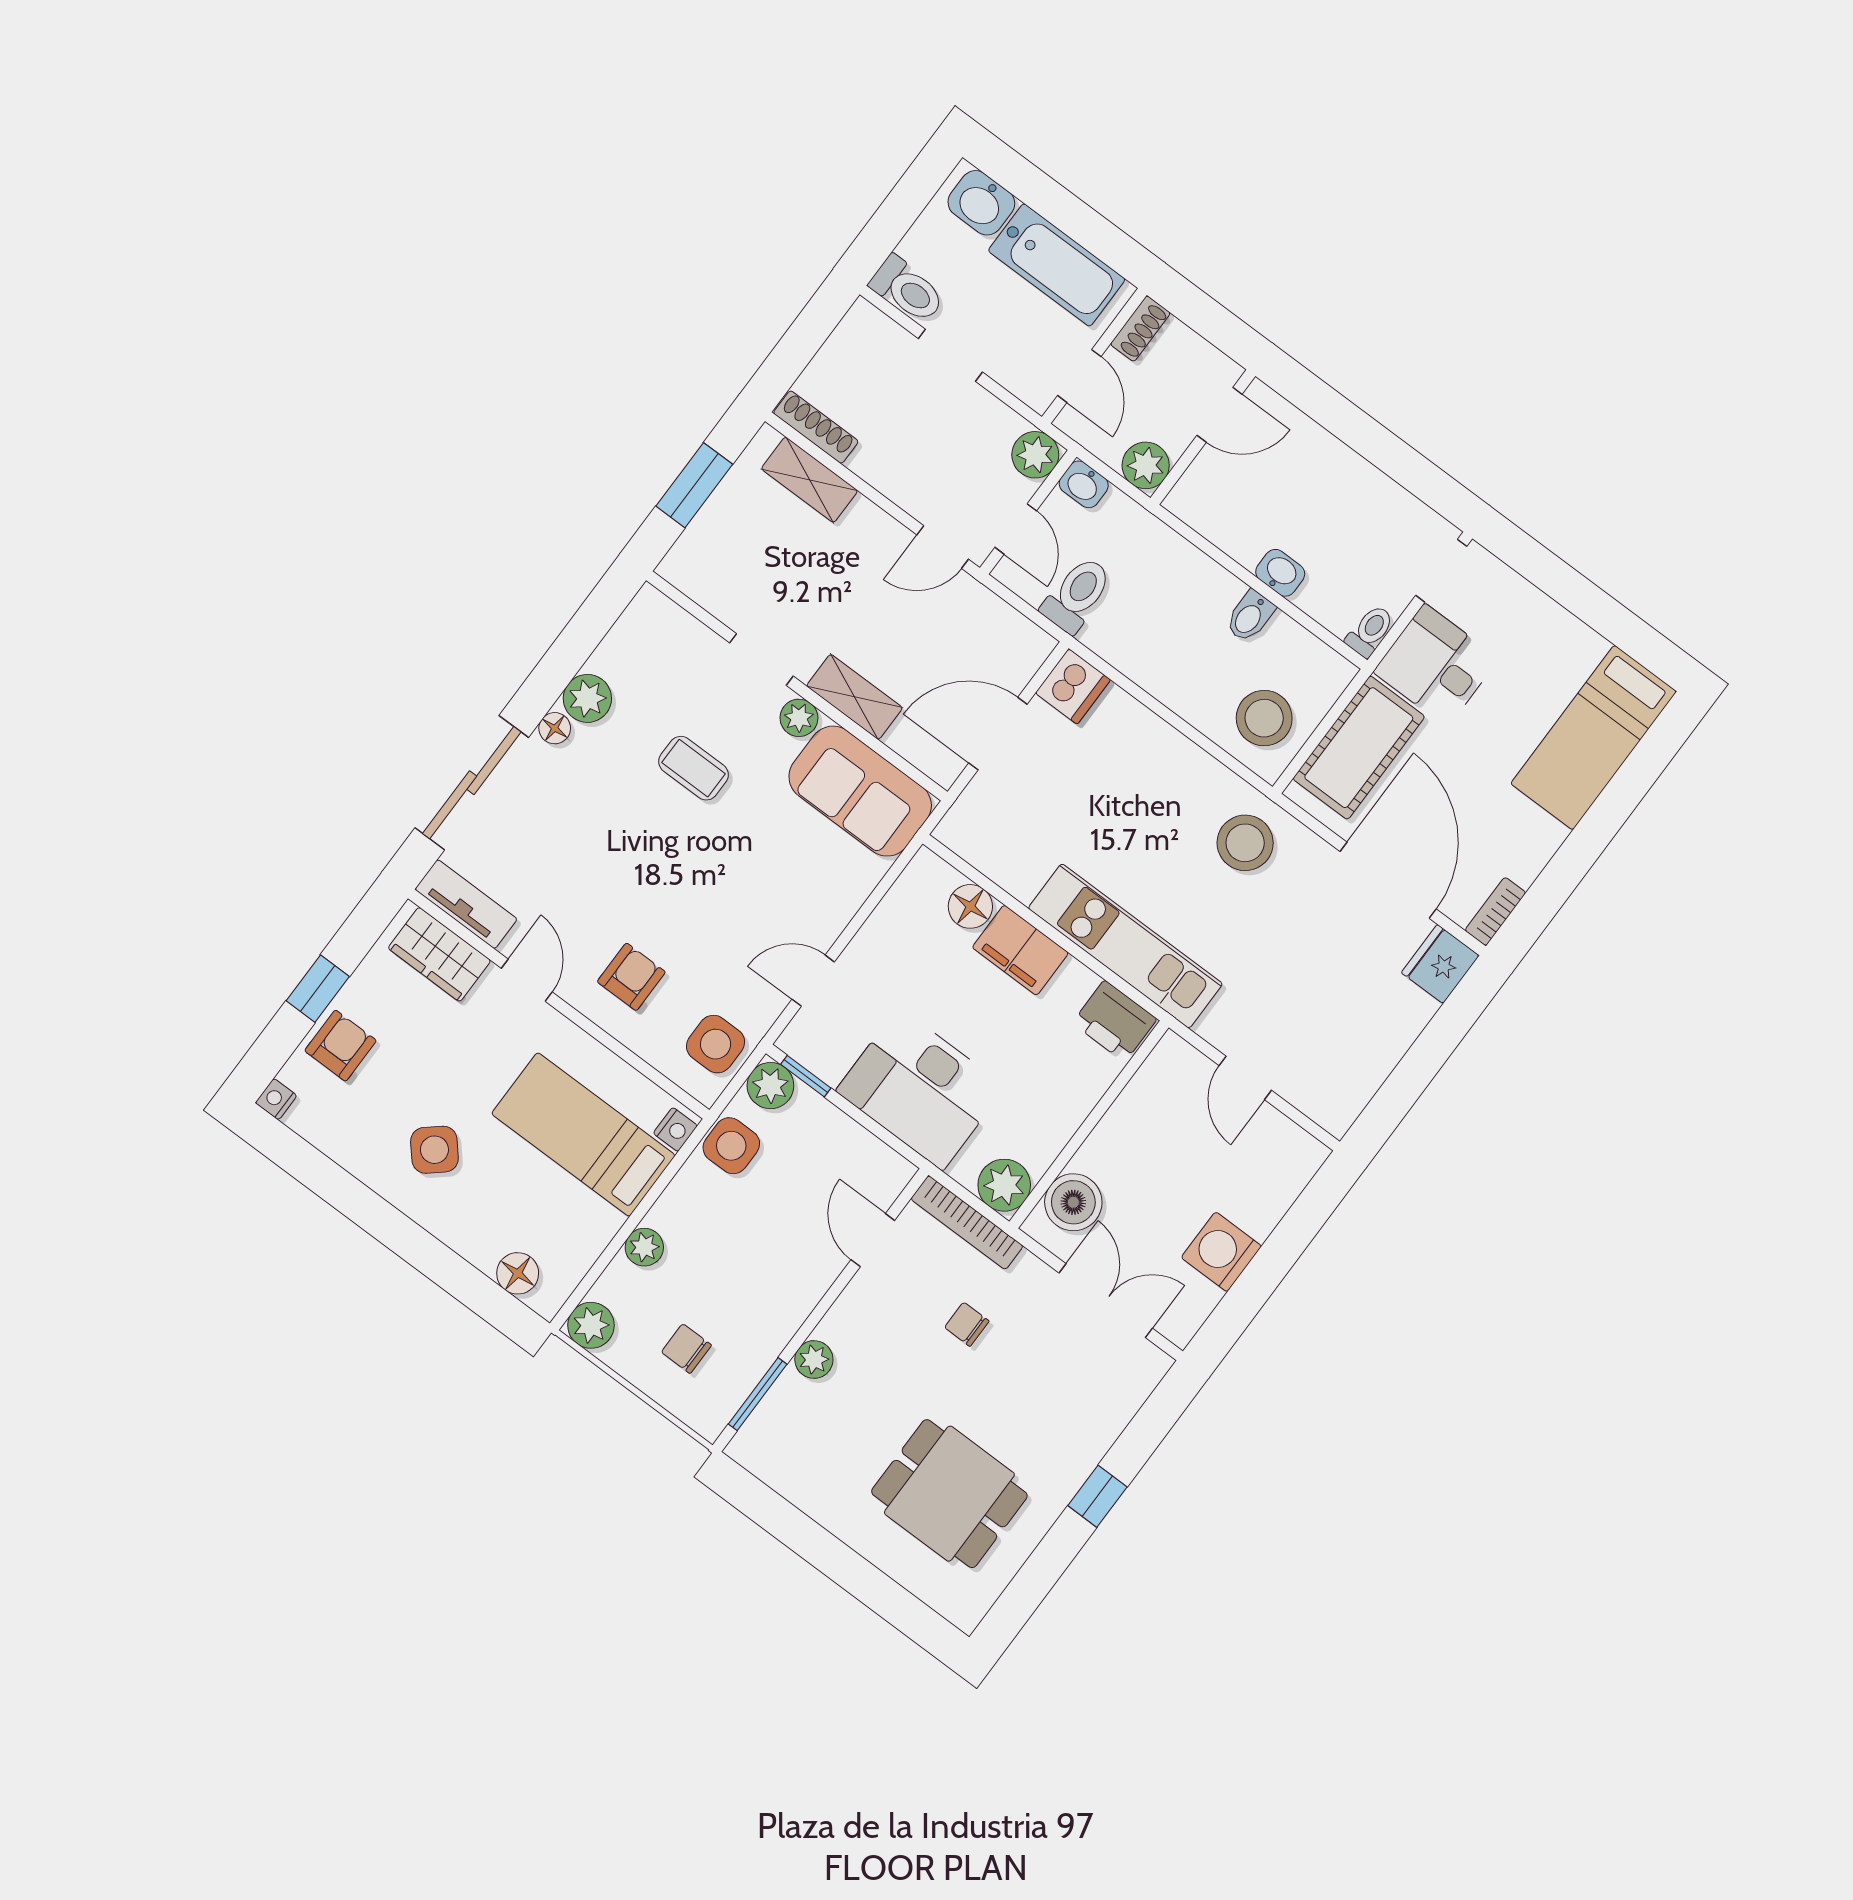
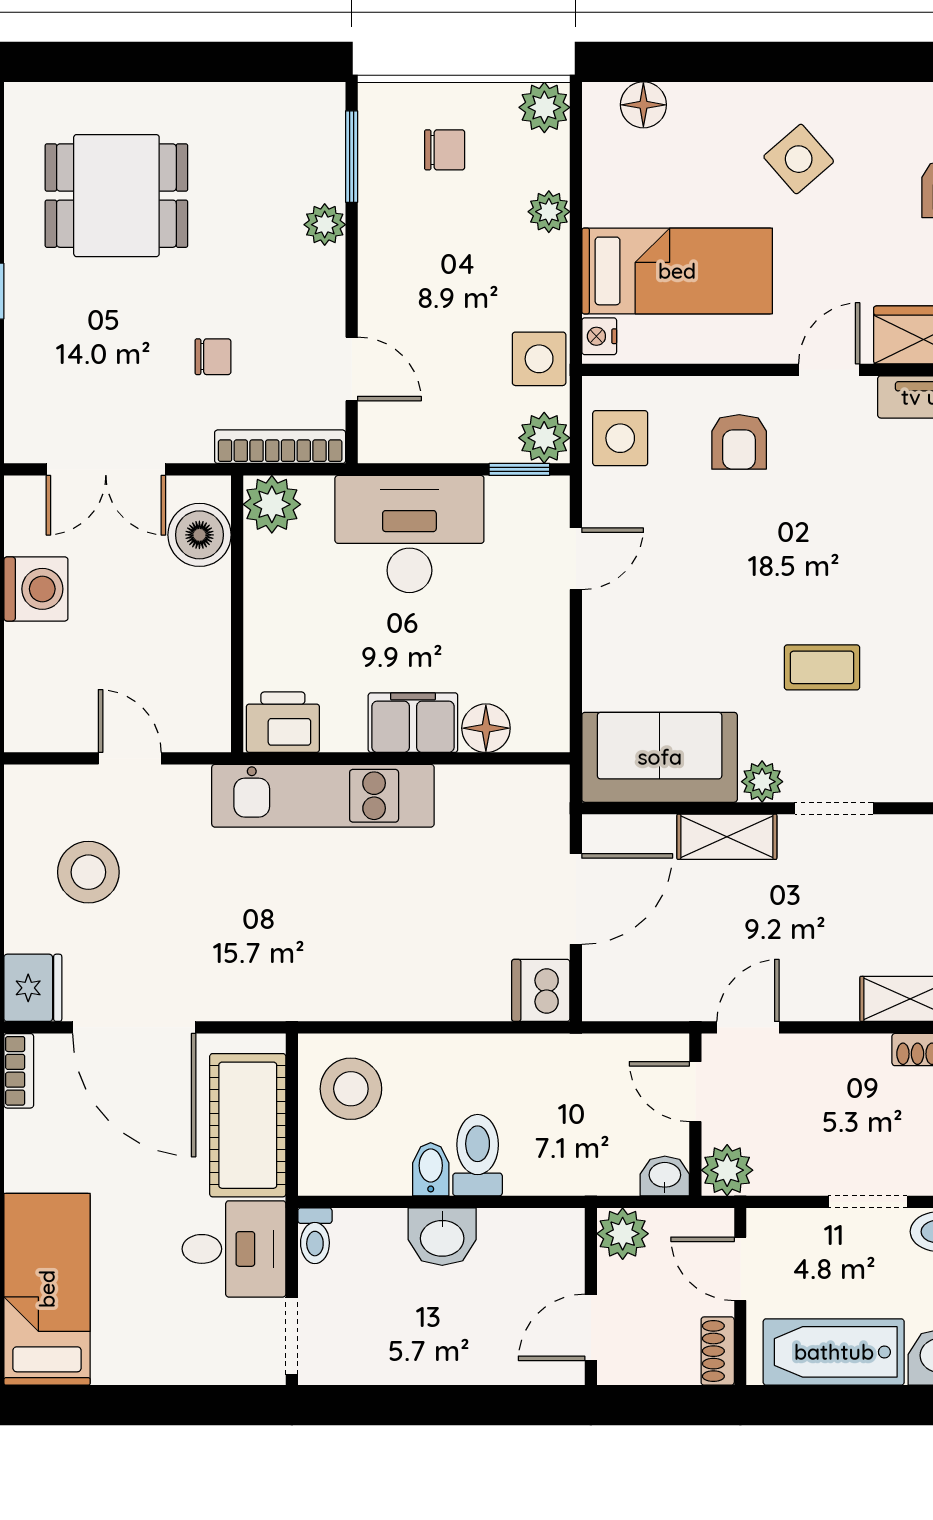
washbasin: (1280, 573) -> (442, 1237), width x1.38, depth x1.45
toilet: (1077, 595) -> (478, 1155), moved, turned 180
stool: (1245, 843) -> (88, 872), moved
door: (527, 980) -> (829, 370), swing flipped

